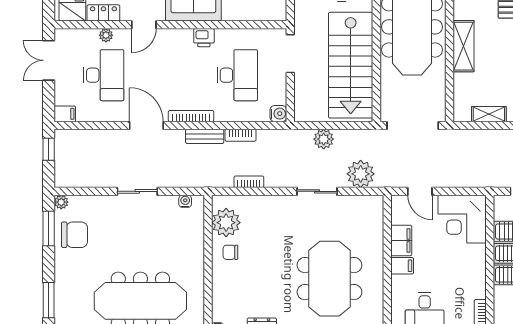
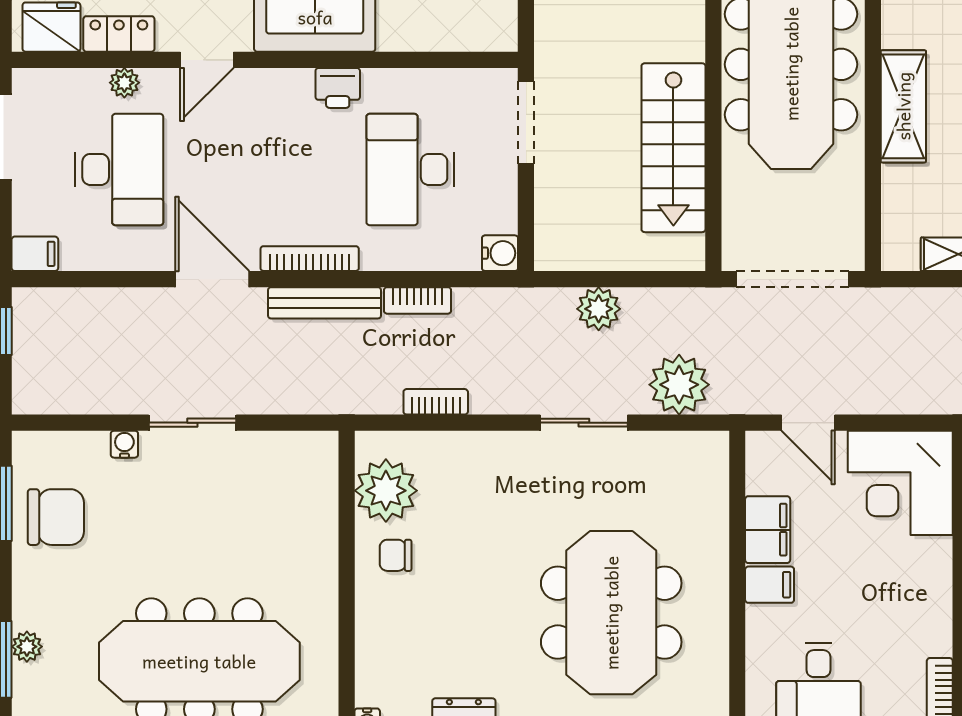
stairs: (351, 65) -> (673, 148), width x0.73, depth x0.66
desk: (237, 75) -> (410, 169), turned 180
bench: (205, 136) -> (325, 303), width x1.36
water cooler: (185, 201) -> (124, 444), moved
plant: (61, 202) -> (27, 647), moved

